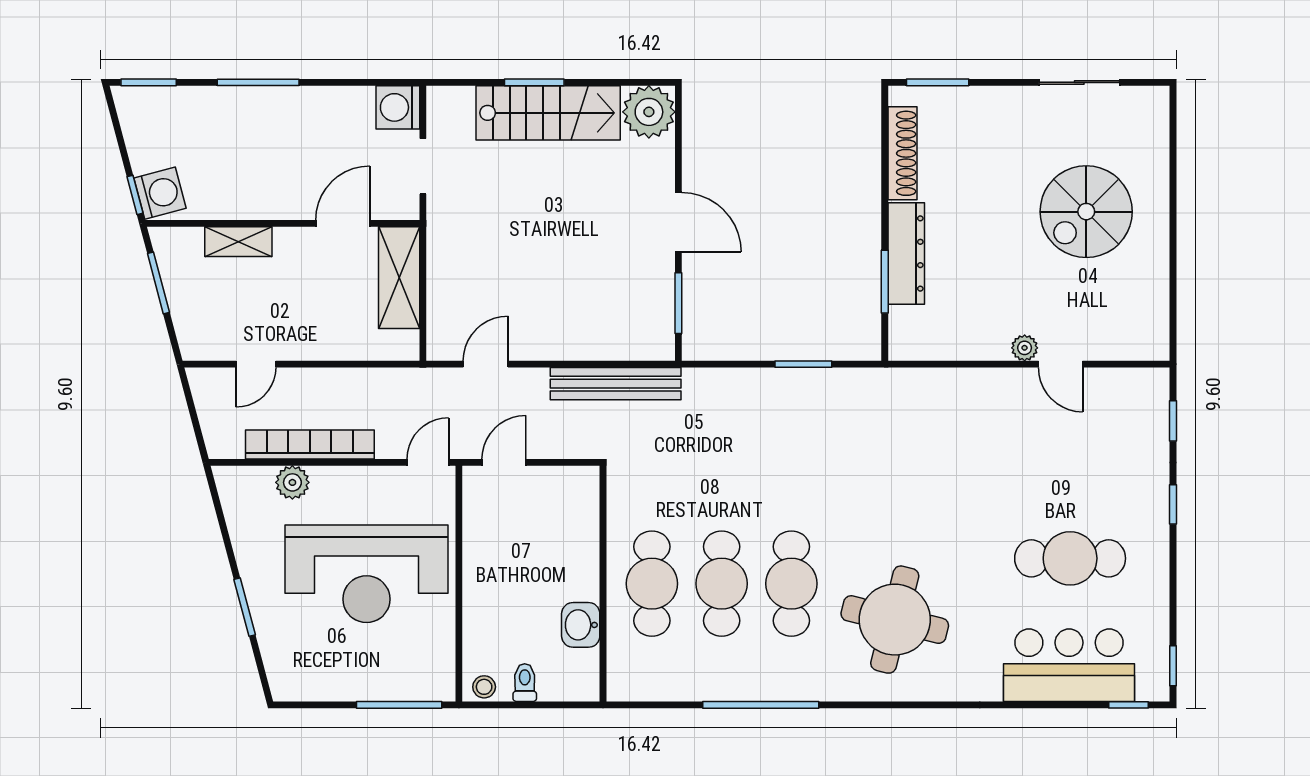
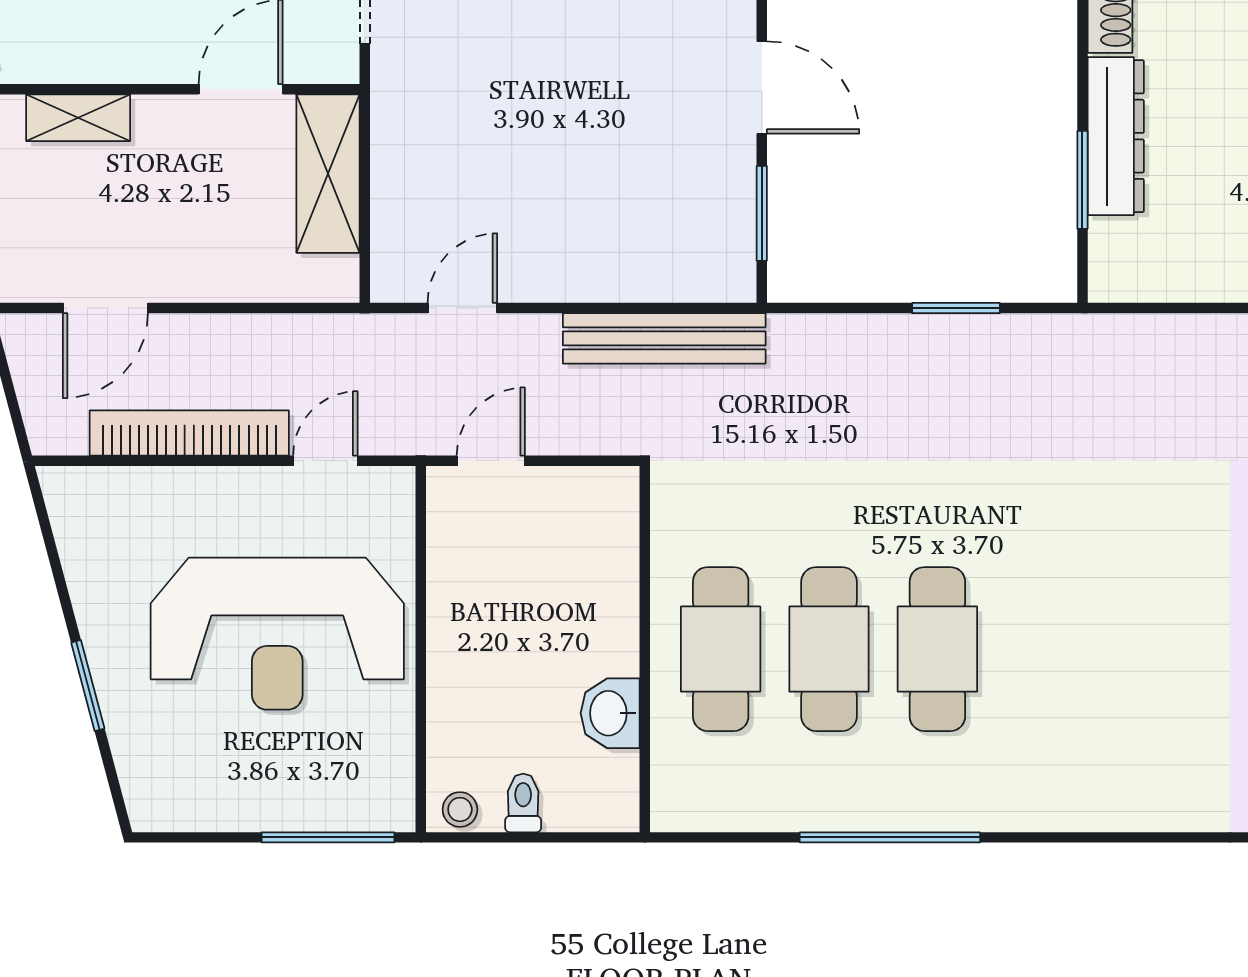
door: (256, 364) -> (105, 308), width x1.38
door: (428, 462) -> (325, 461), moved
plant: (292, 482) -> (162, 492), removed
round table: (895, 620) -> (1098, 705), removed

